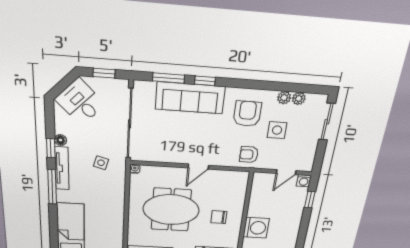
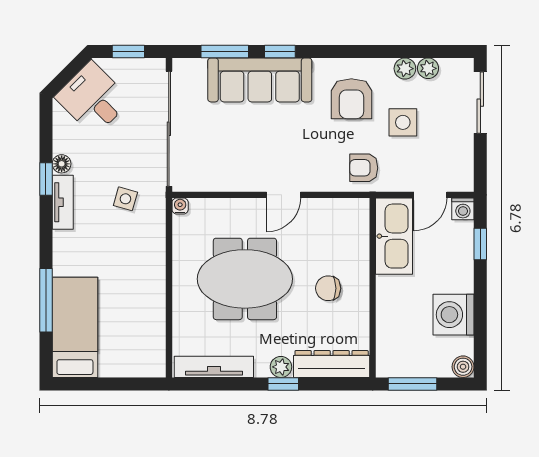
armchair: (247, 114) -> (351, 99), turned 180
tv unit: (62, 168) -> (63, 202), width x0.71
window: (52, 187) -> (46, 300), moved
kitchen sink: (261, 193) -> (394, 236), added
washing machine: (256, 228) -> (454, 315), moved, turned 180

